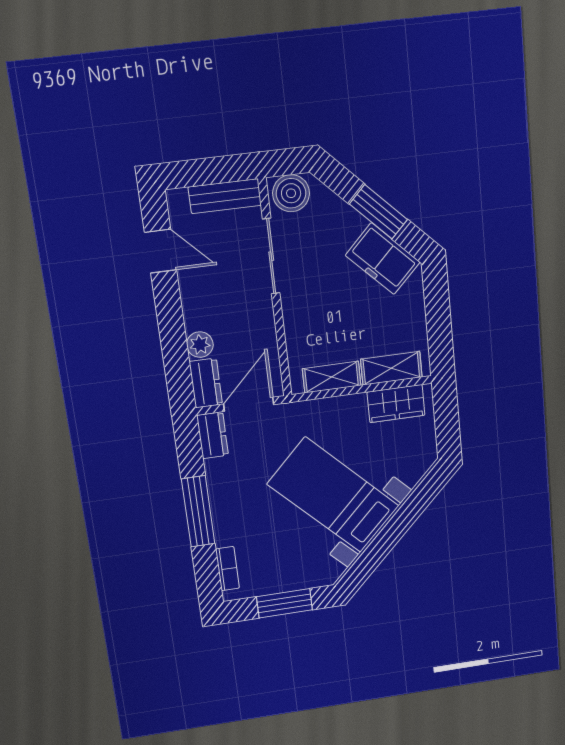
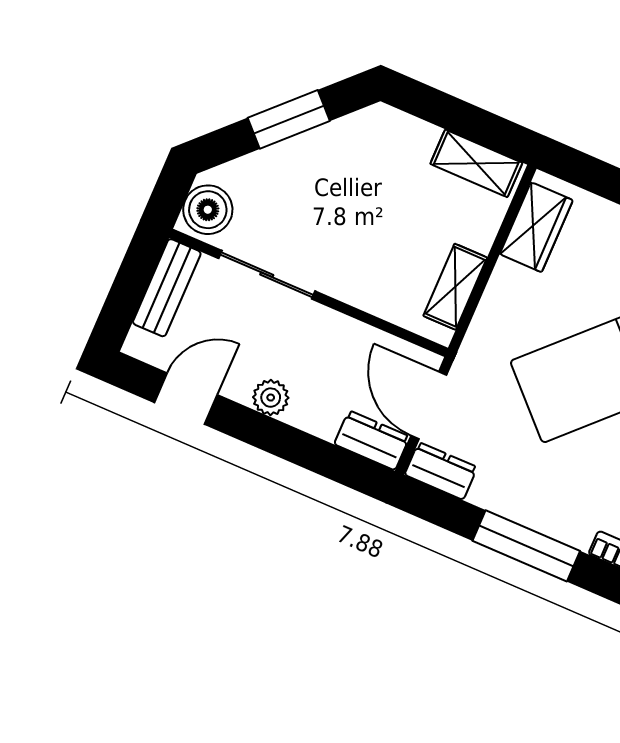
freezer: (383, 259) -> (347, 145), removed
plant: (200, 345) -> (271, 398), moved
shelving: (391, 368) -> (476, 163), moved, turned 90

